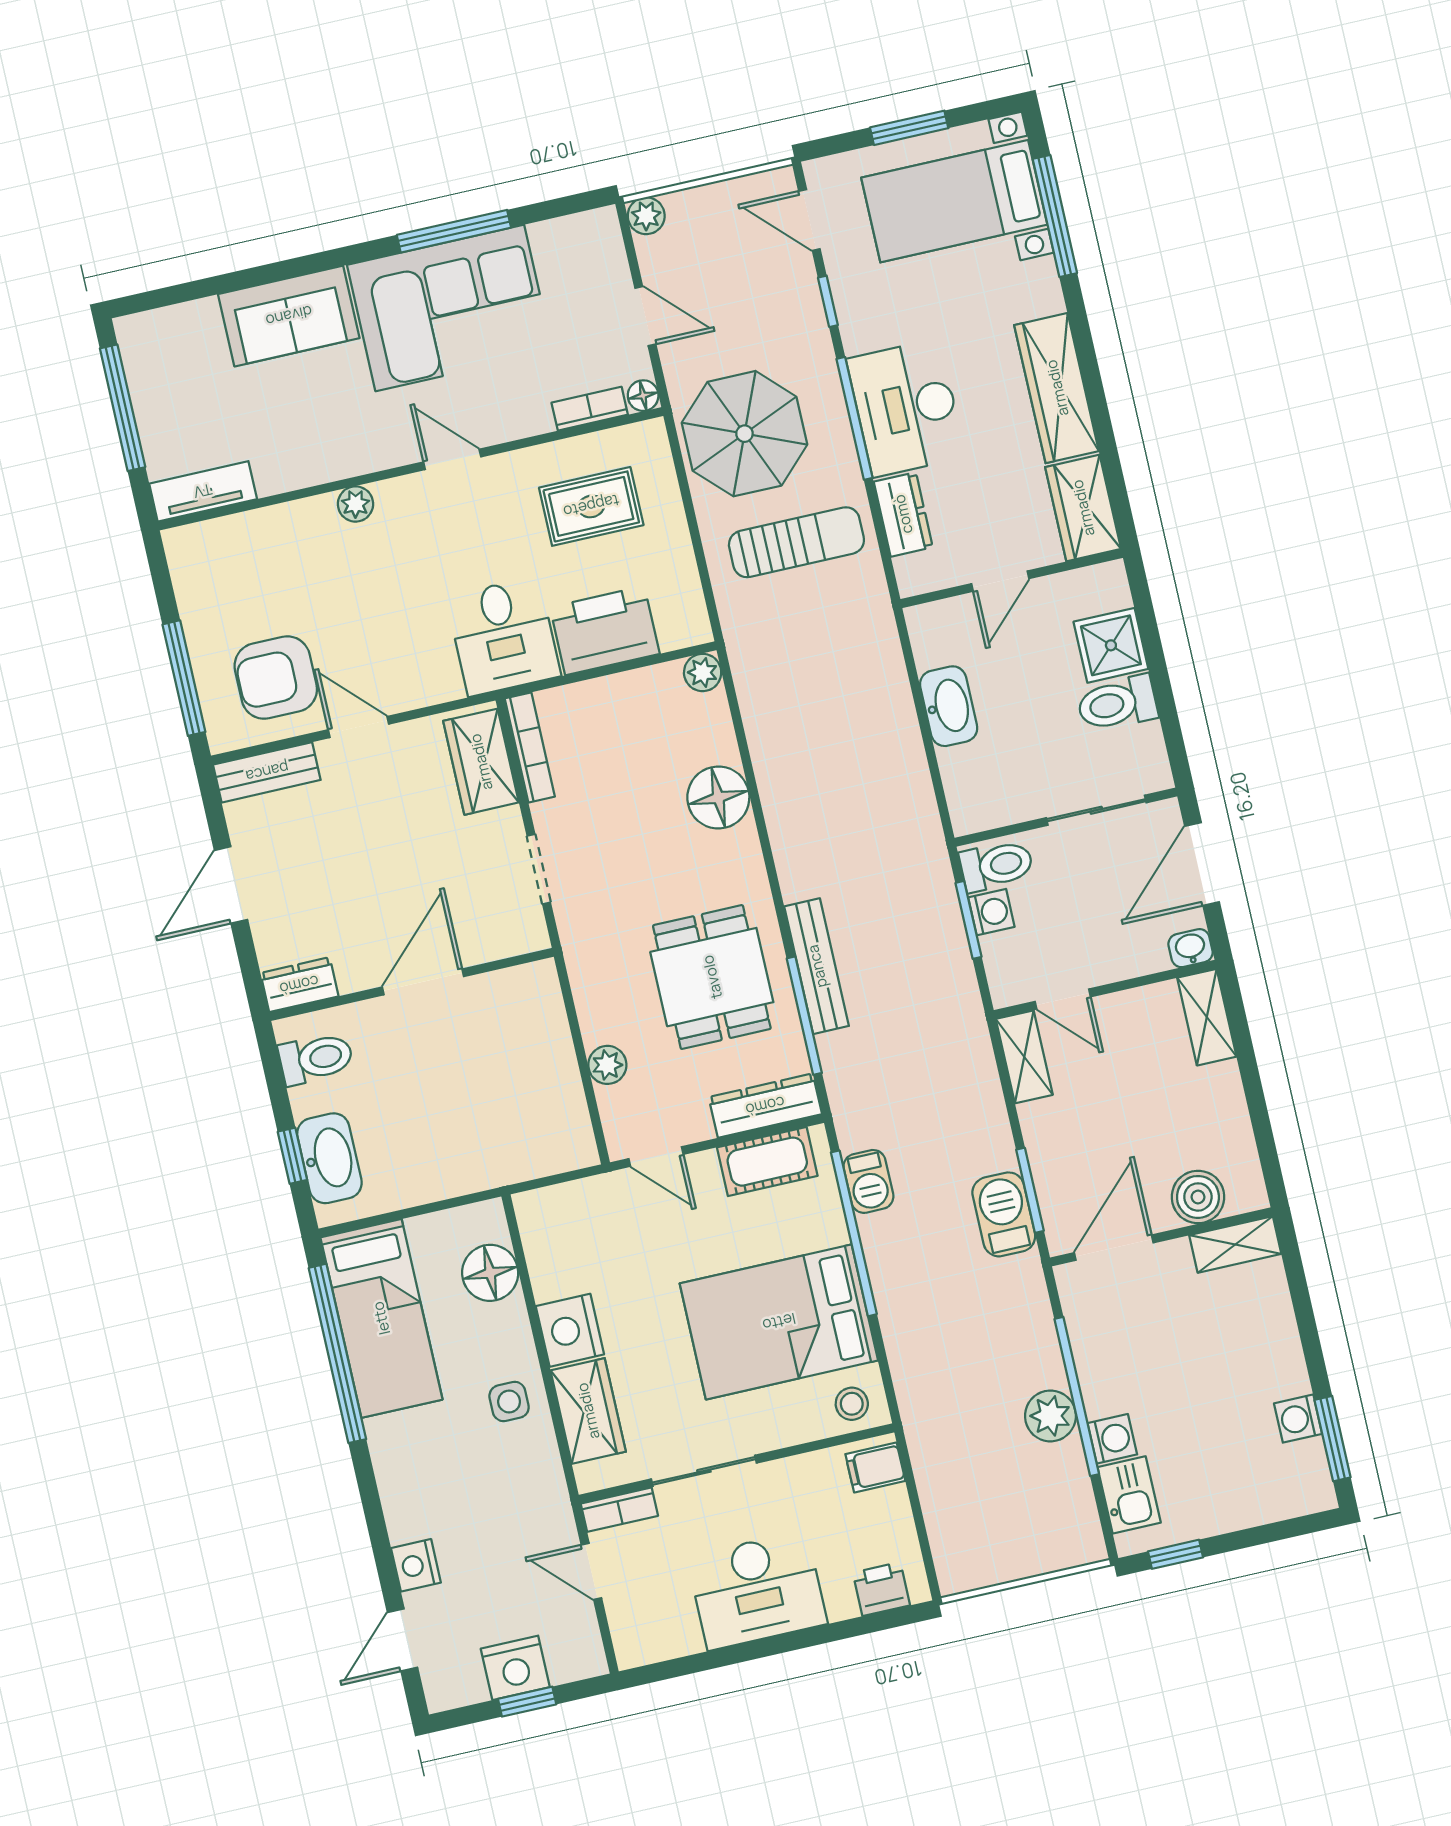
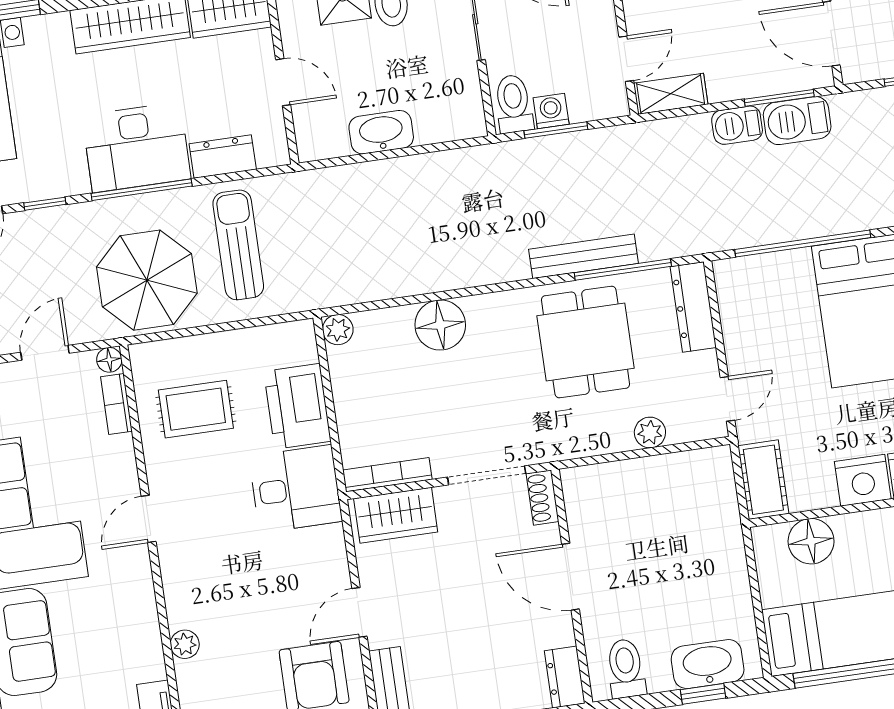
plant: (355, 504) -> (185, 644), moved
rug: (591, 506) -> (196, 409), turned 90
doorway: (539, 869) -> (487, 475), width x1.38
shoe rack: (517, 940) -> (542, 498), added
dining table: (712, 977) -> (586, 342), turned 90
cot: (767, 1162) -> (763, 480), moved
barbecue: (868, 1181) -> (737, 125), moved, turned 180

